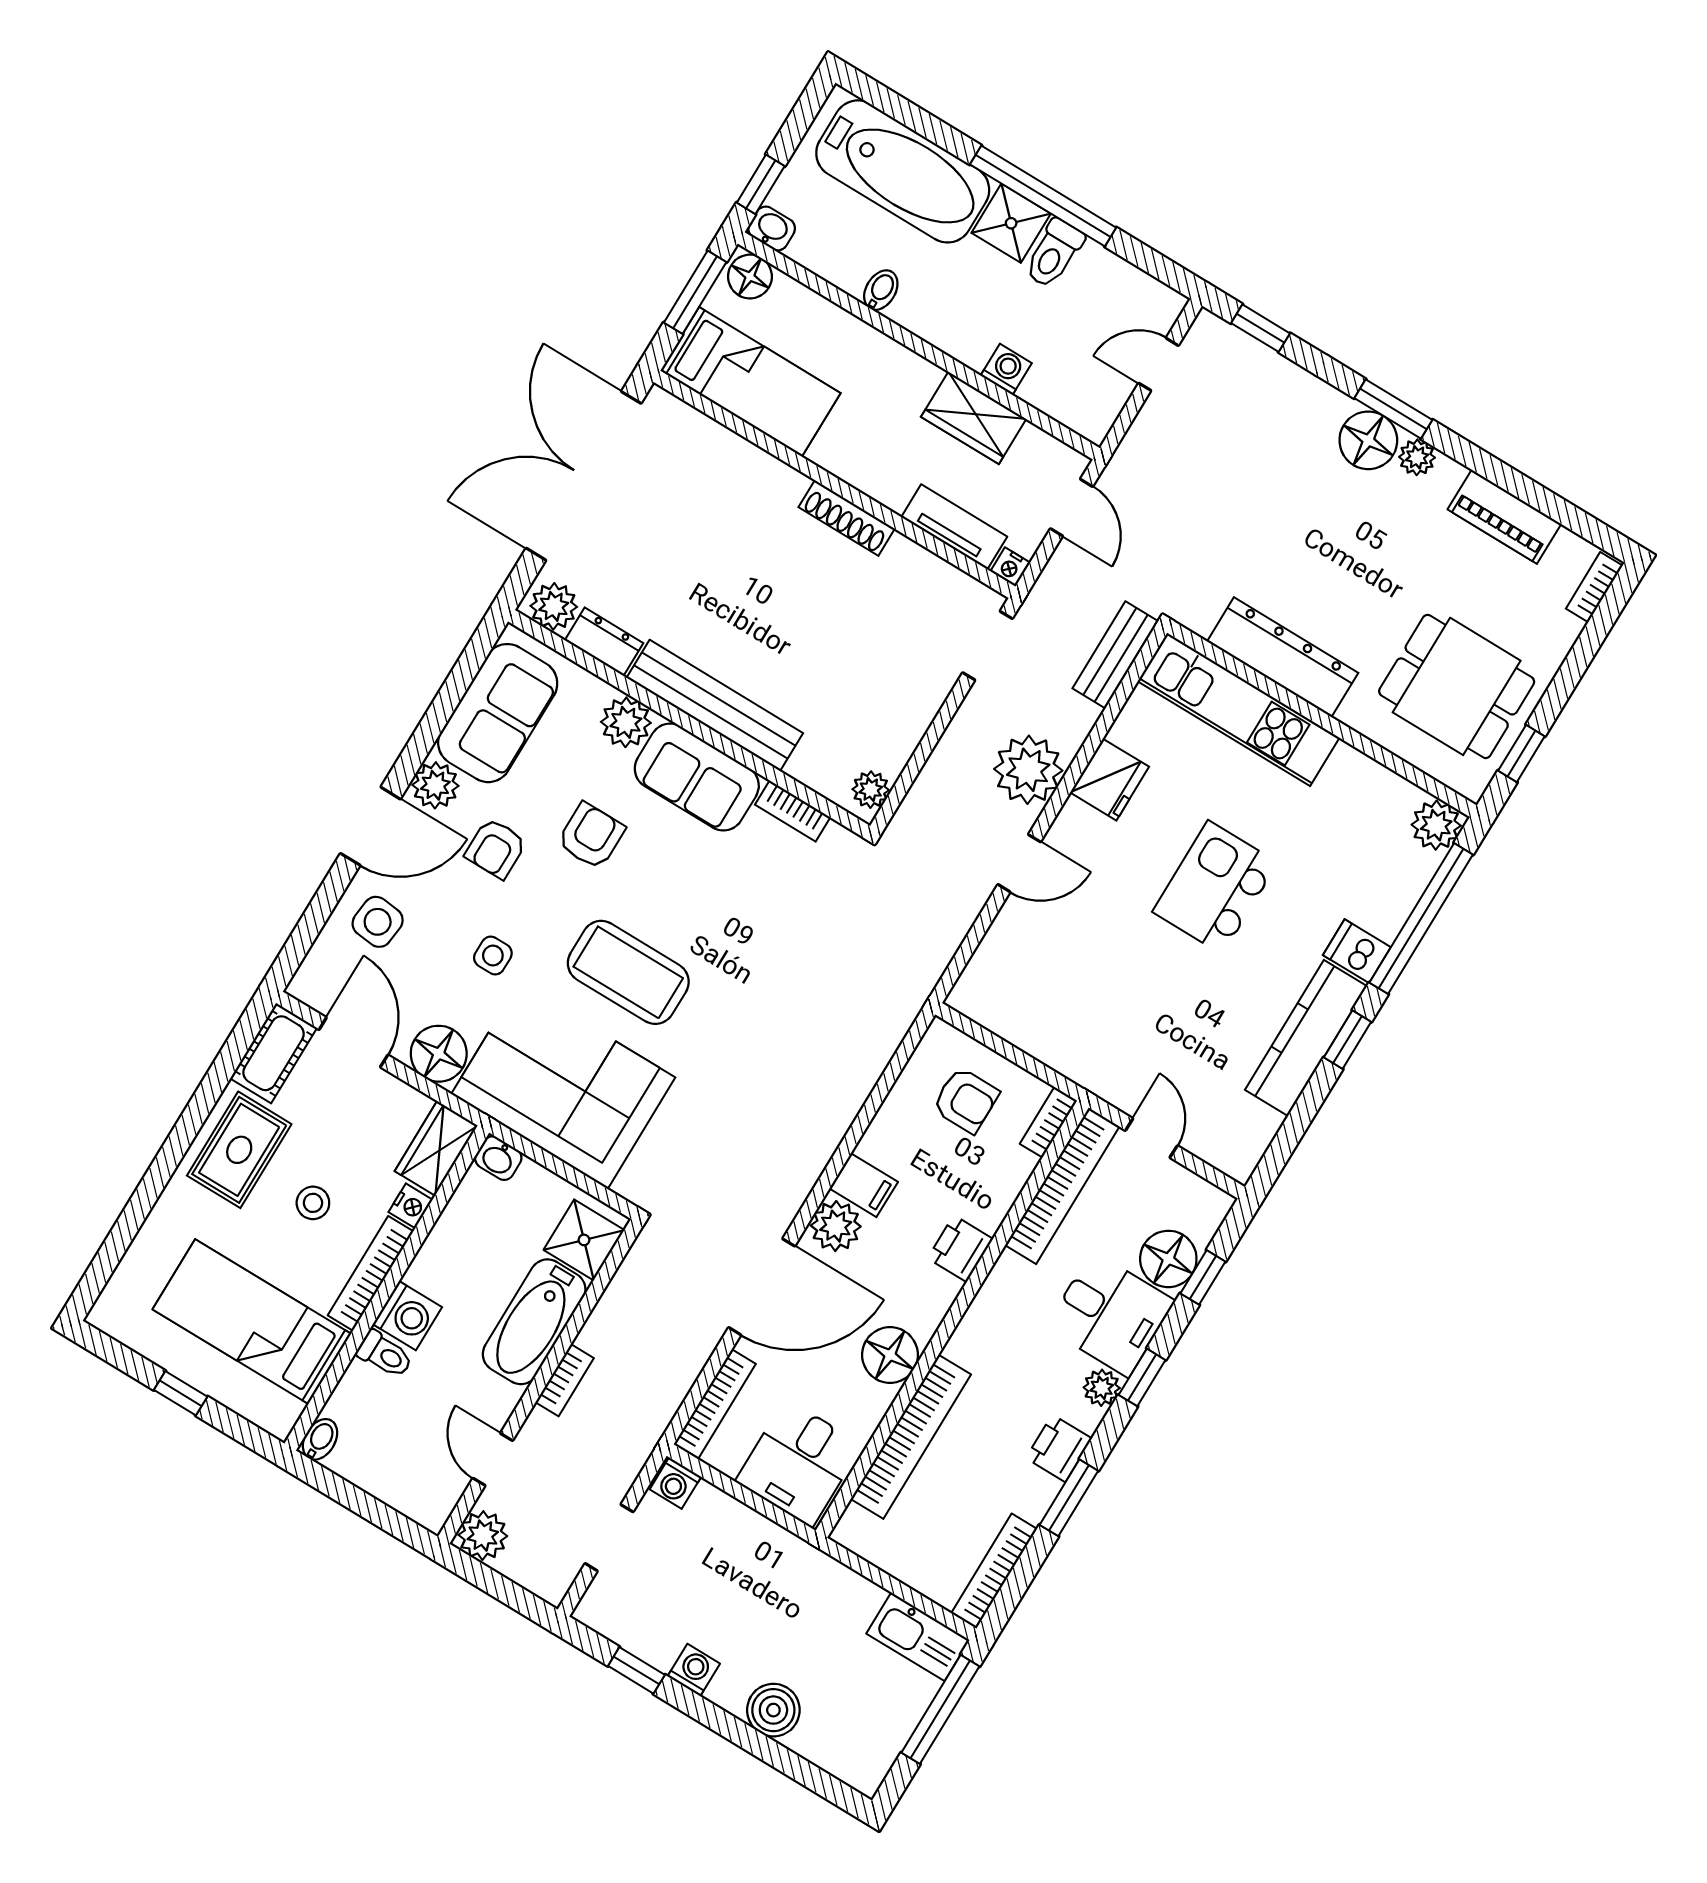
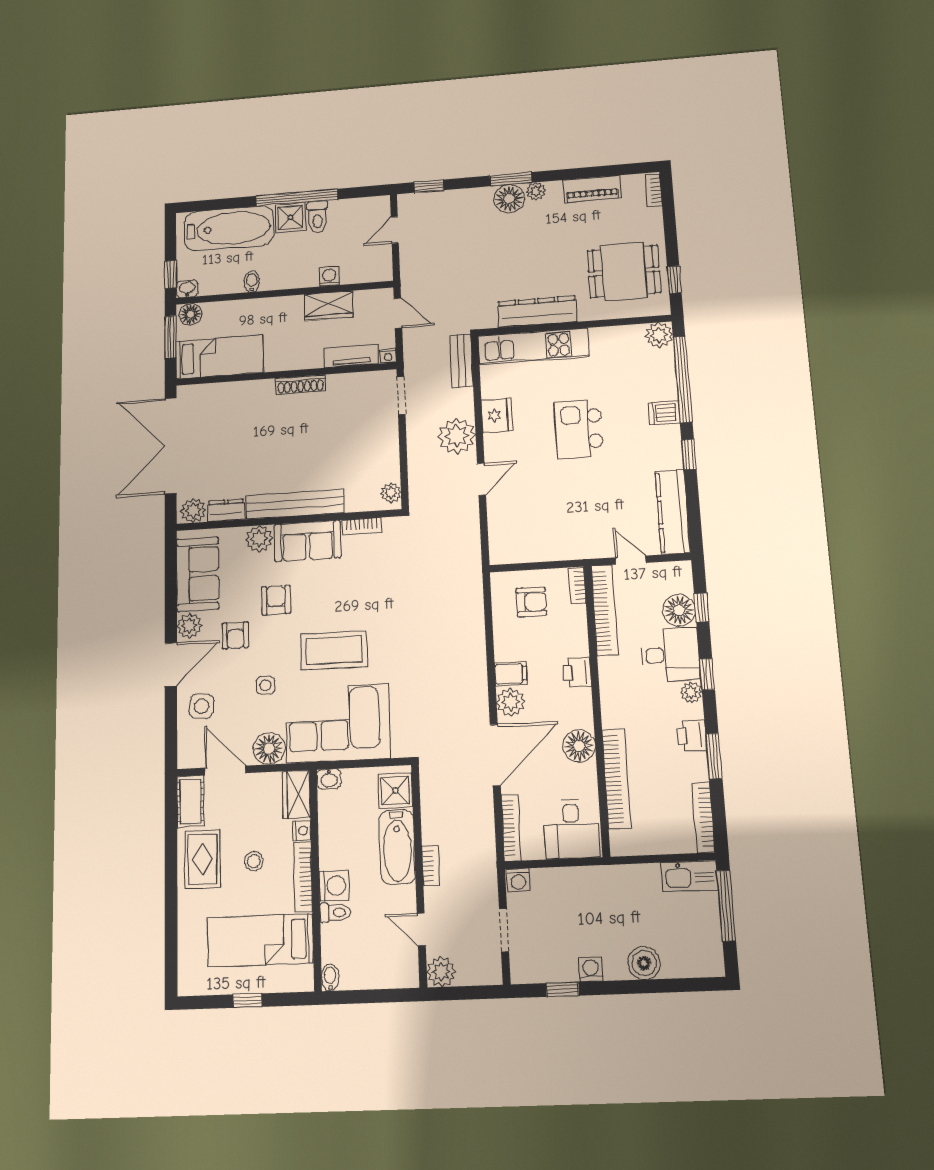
kitchen counter: (1306, 1038) -> (673, 512), moved

